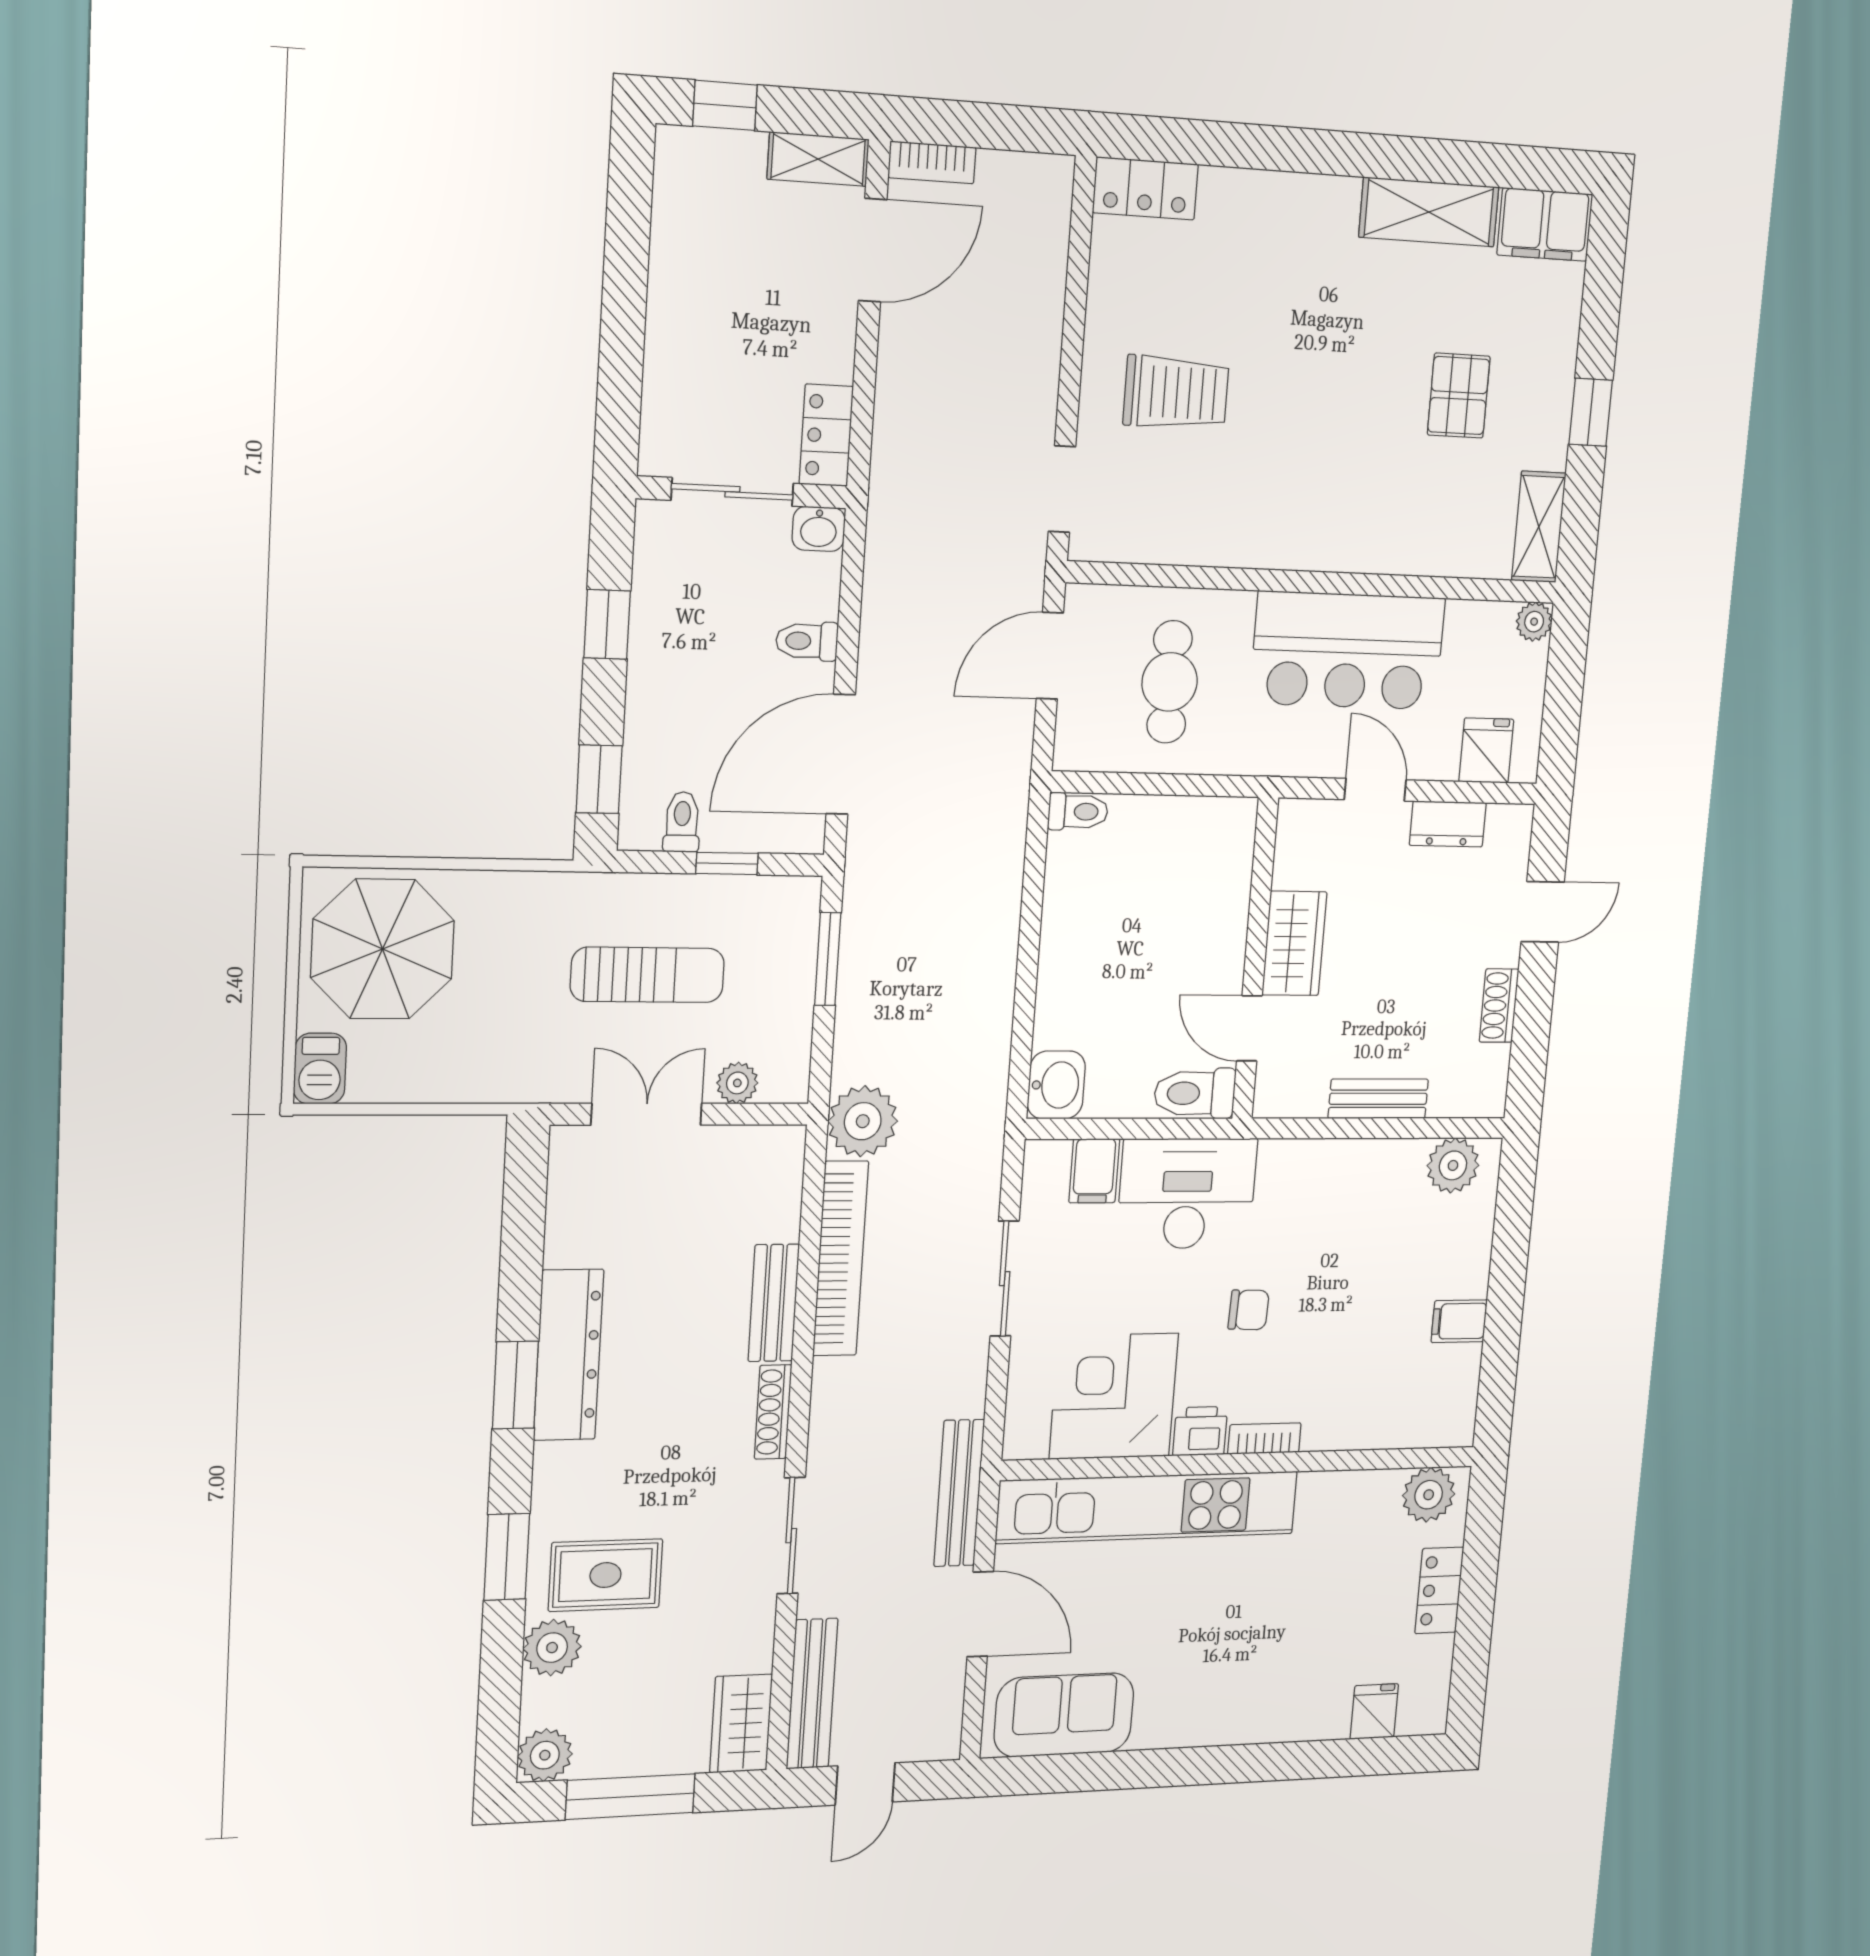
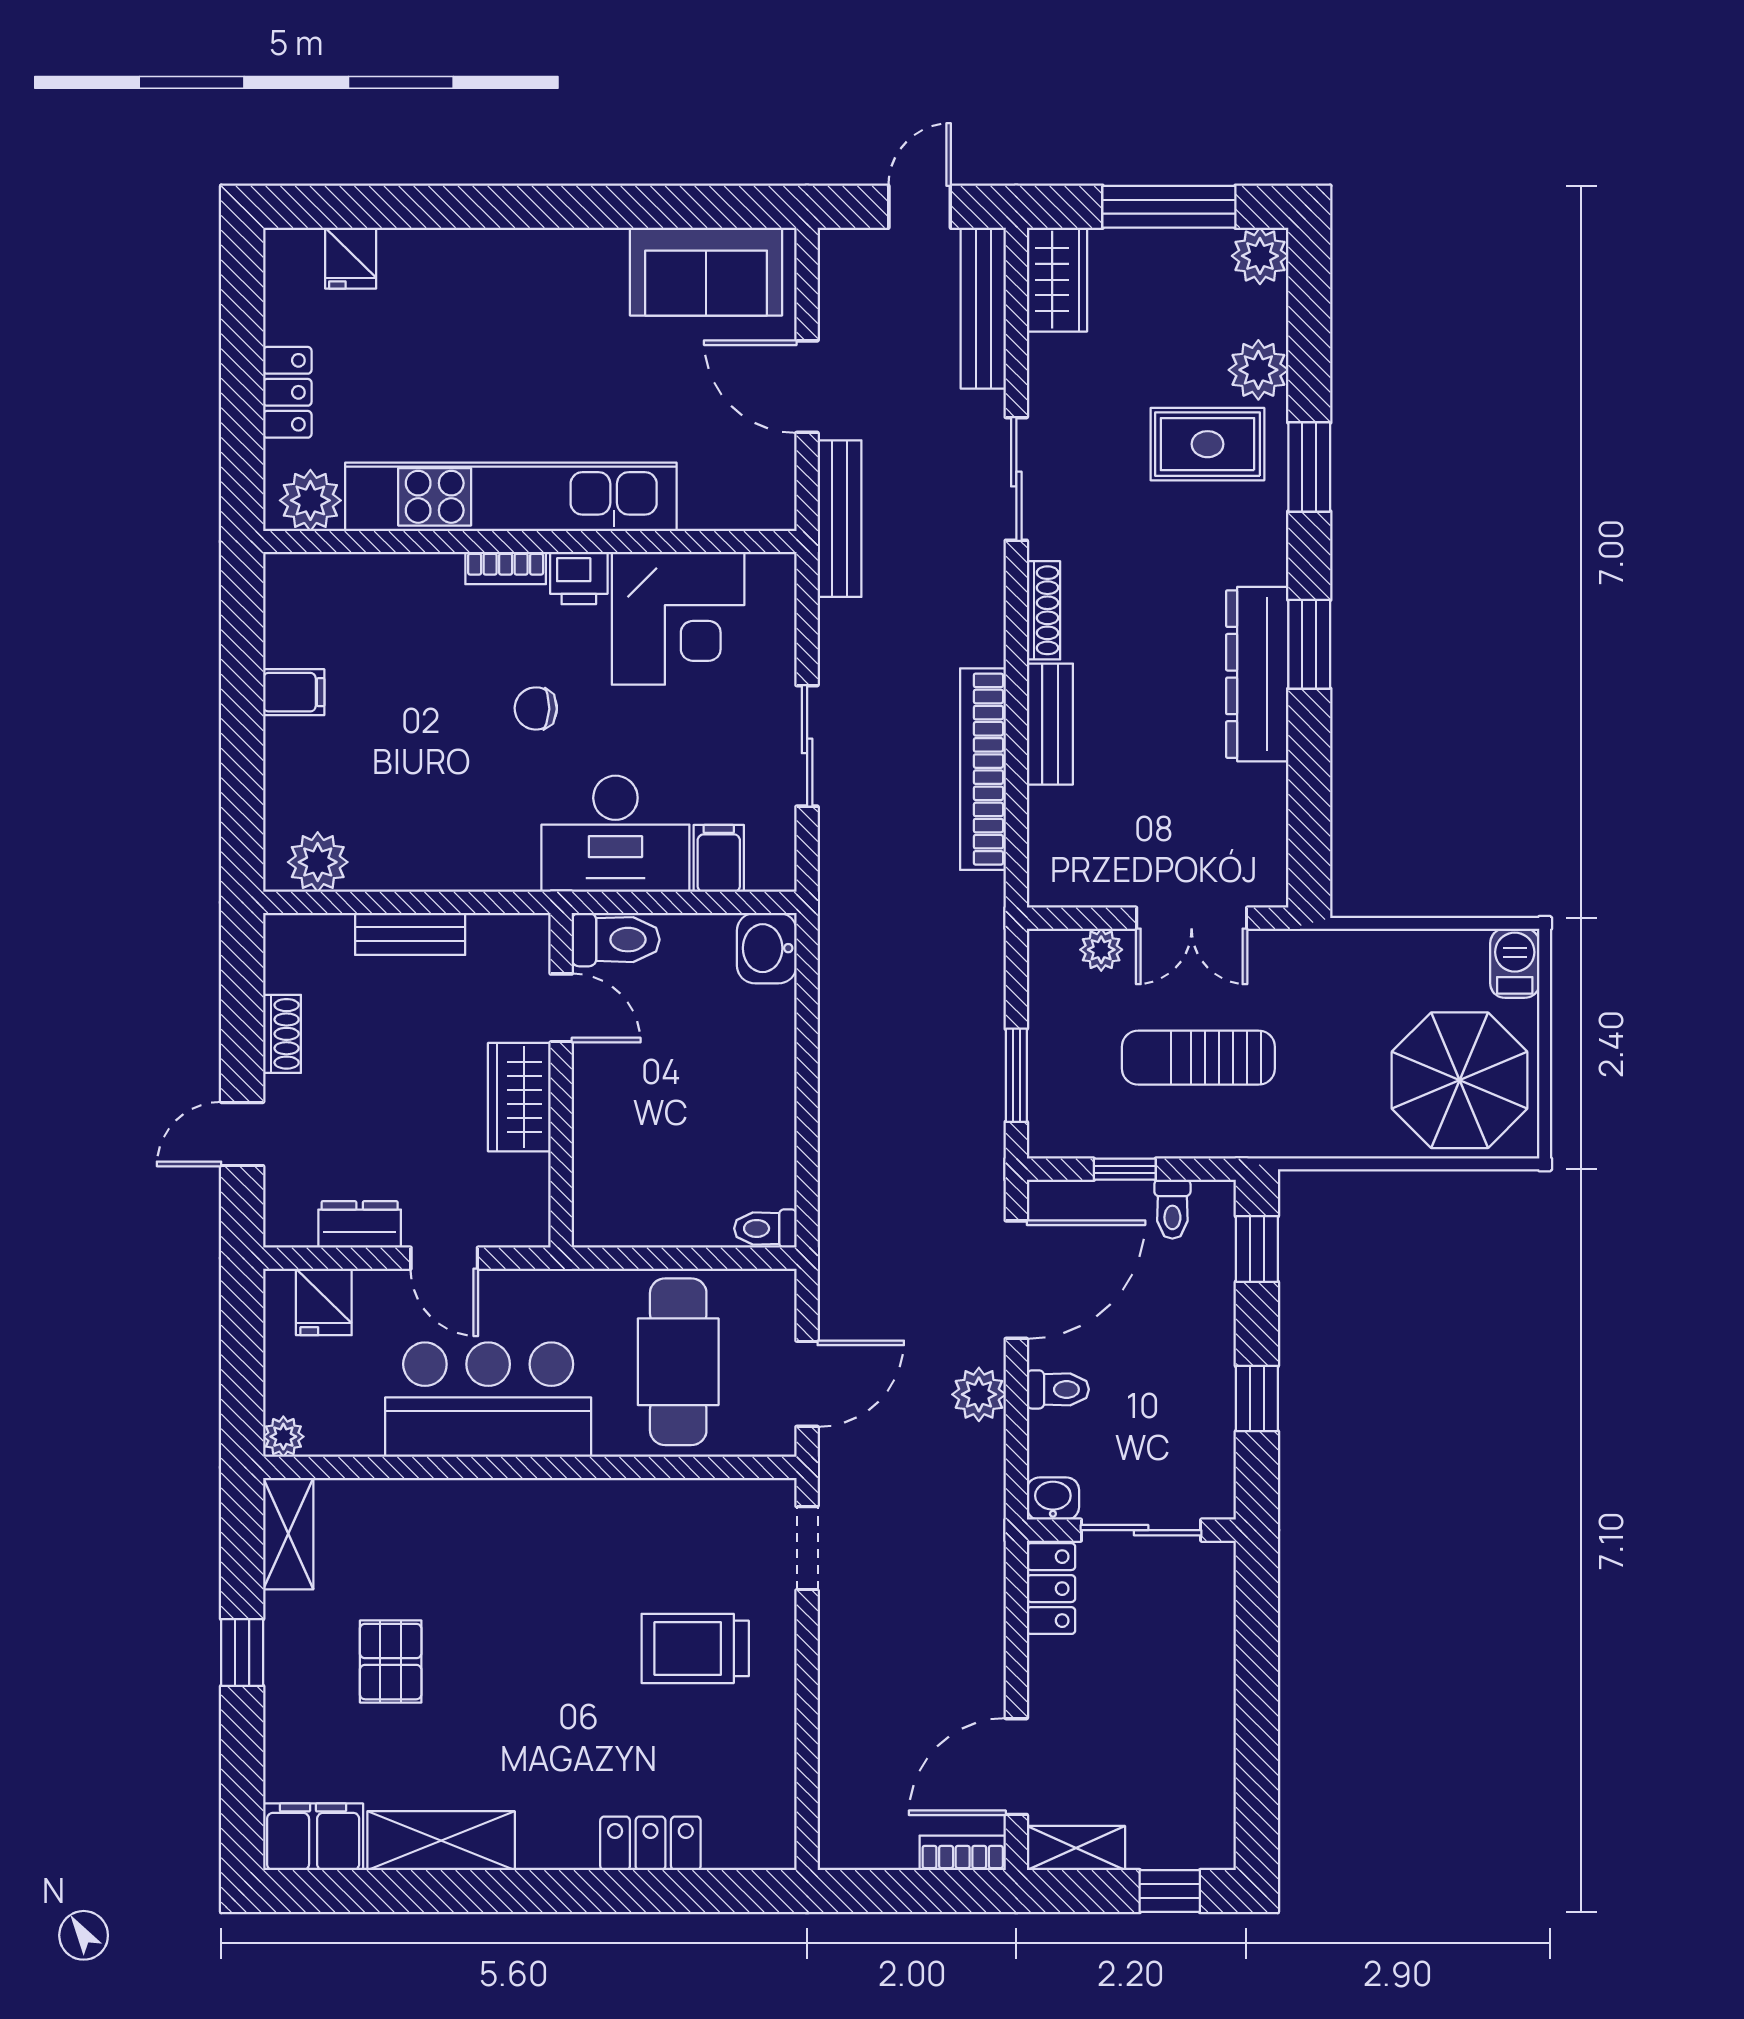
locker: (1145, 188) -> (650, 1843), moved
cafe table: (1170, 682) -> (678, 1362), width x1.37, depth x1.35
plant: (863, 1121) -> (979, 1394), moved, width x0.73, depth x0.73
kitchen unit: (1148, 1507) -> (511, 497), moved

